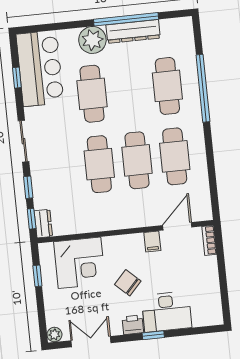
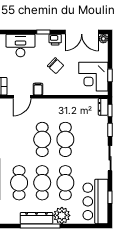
cafe table: (175, 156) -> (42, 183), moved
corner desk: (80, 263) -> (93, 77), moved, turned -90
desk: (167, 312) -> (20, 45), moved
double door: (91, 342) -> (82, 32), width x1.37

